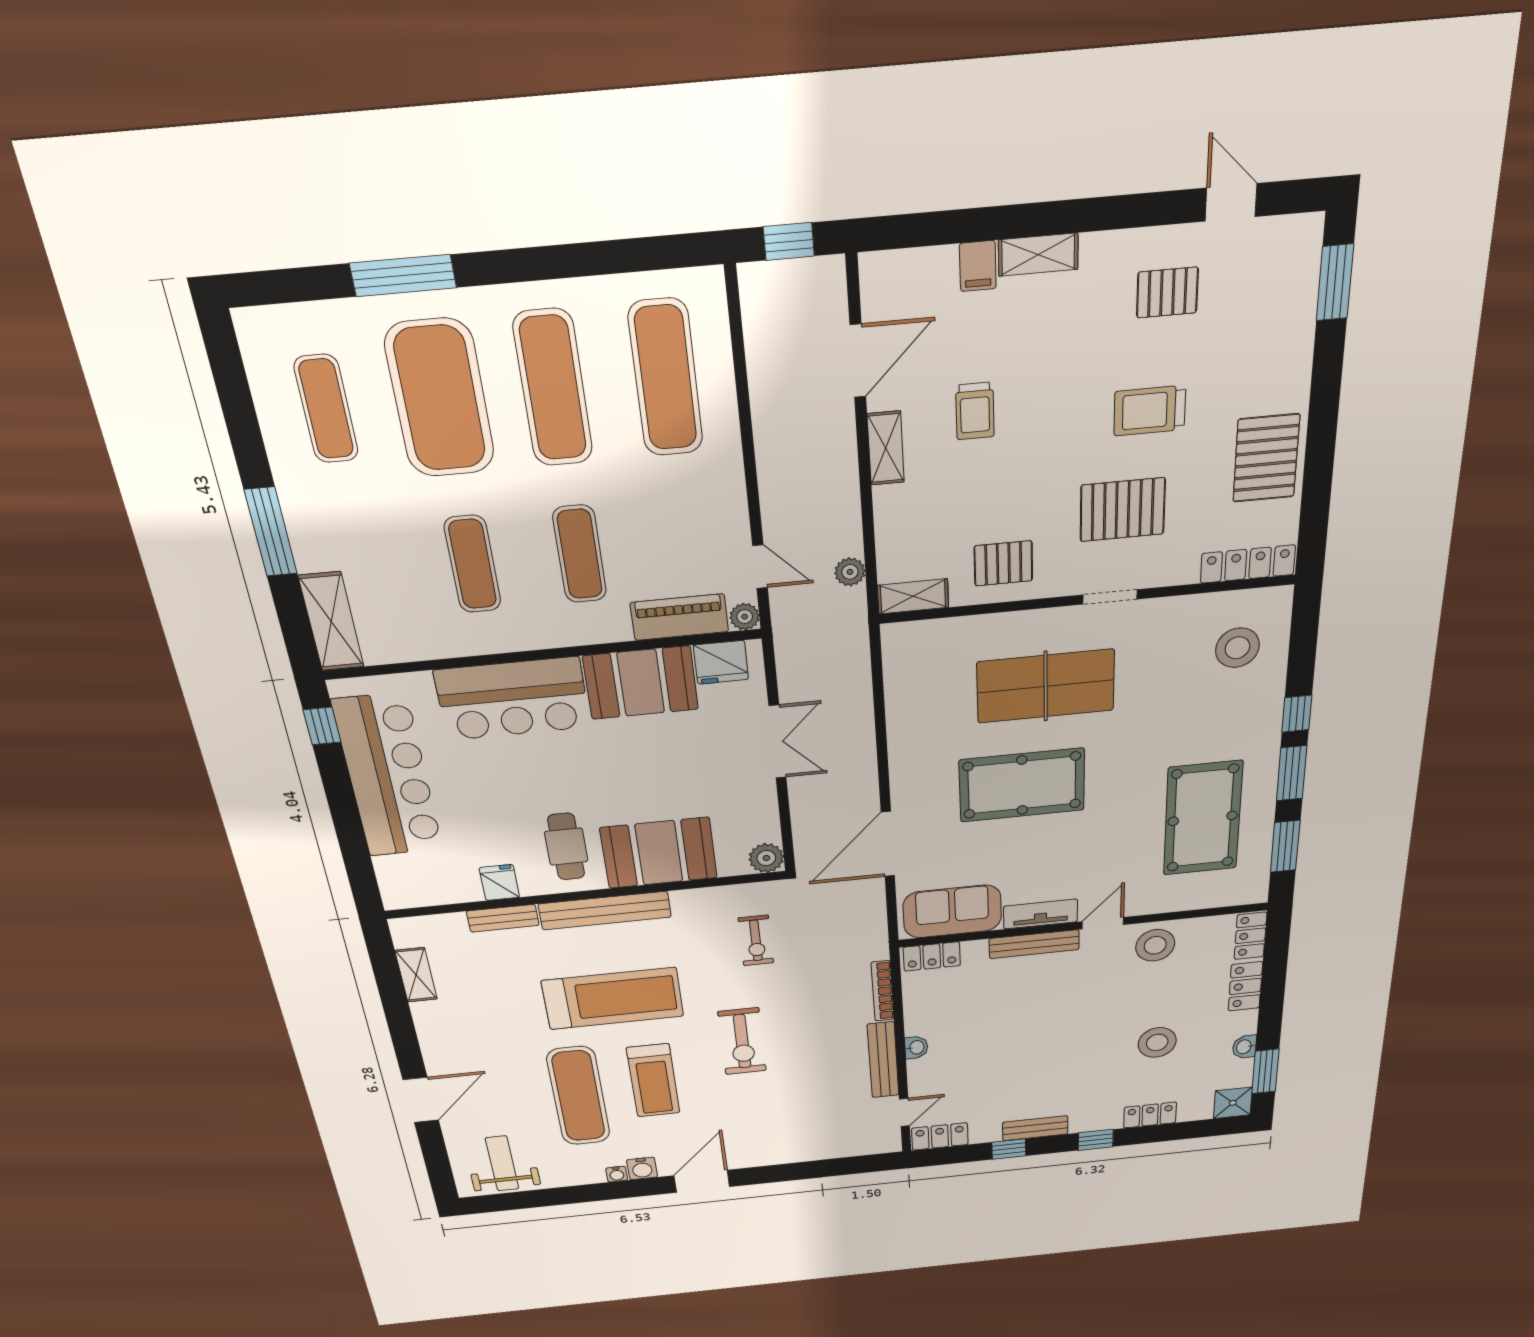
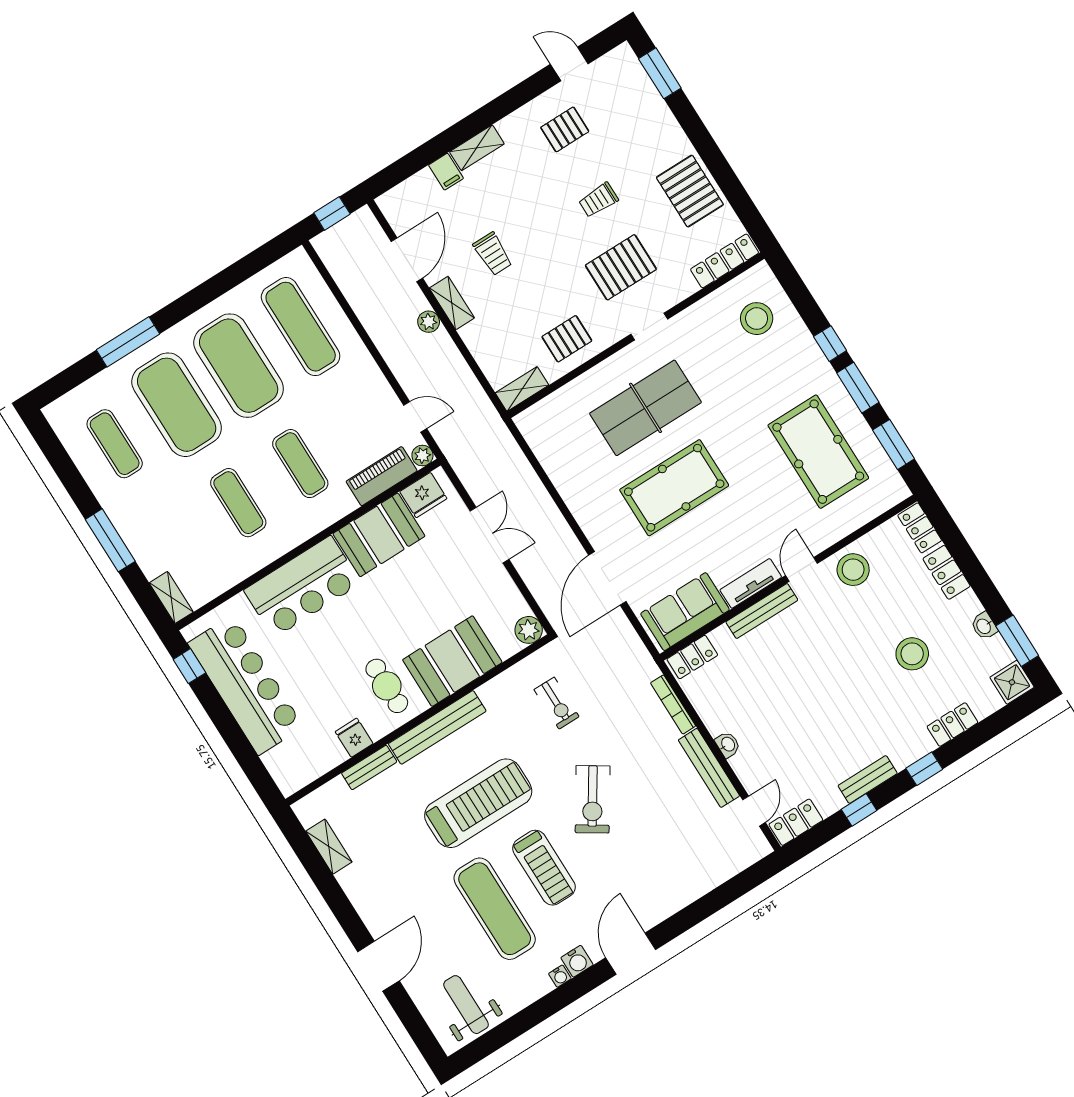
exercise mat: (553, 388) -> (239, 366), width x1.47
trolley: (1150, 411) -> (598, 200), width x0.73, depth x0.72
plant: (850, 572) -> (429, 322), moved
shelving: (331, 622) -> (171, 597), width x0.67, depth x0.75
exercise bike: (742, 1041) -> (593, 799), turned 33

